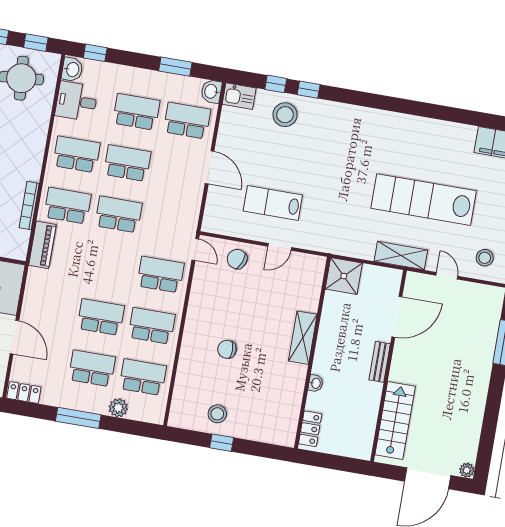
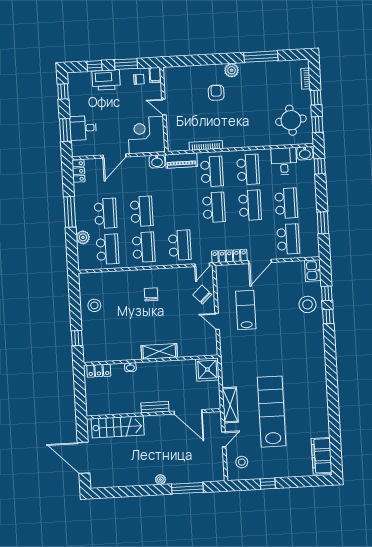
washbasin: (211, 91) -> (157, 161), moved, turned 180
locker: (192, 209) -> (229, 256), added
chair: (237, 259) -> (202, 295), turned -64
chair: (227, 349) -> (151, 294), moved
window: (222, 443) -> (77, 338), moved
plant: (467, 470) -> (160, 479), moved

